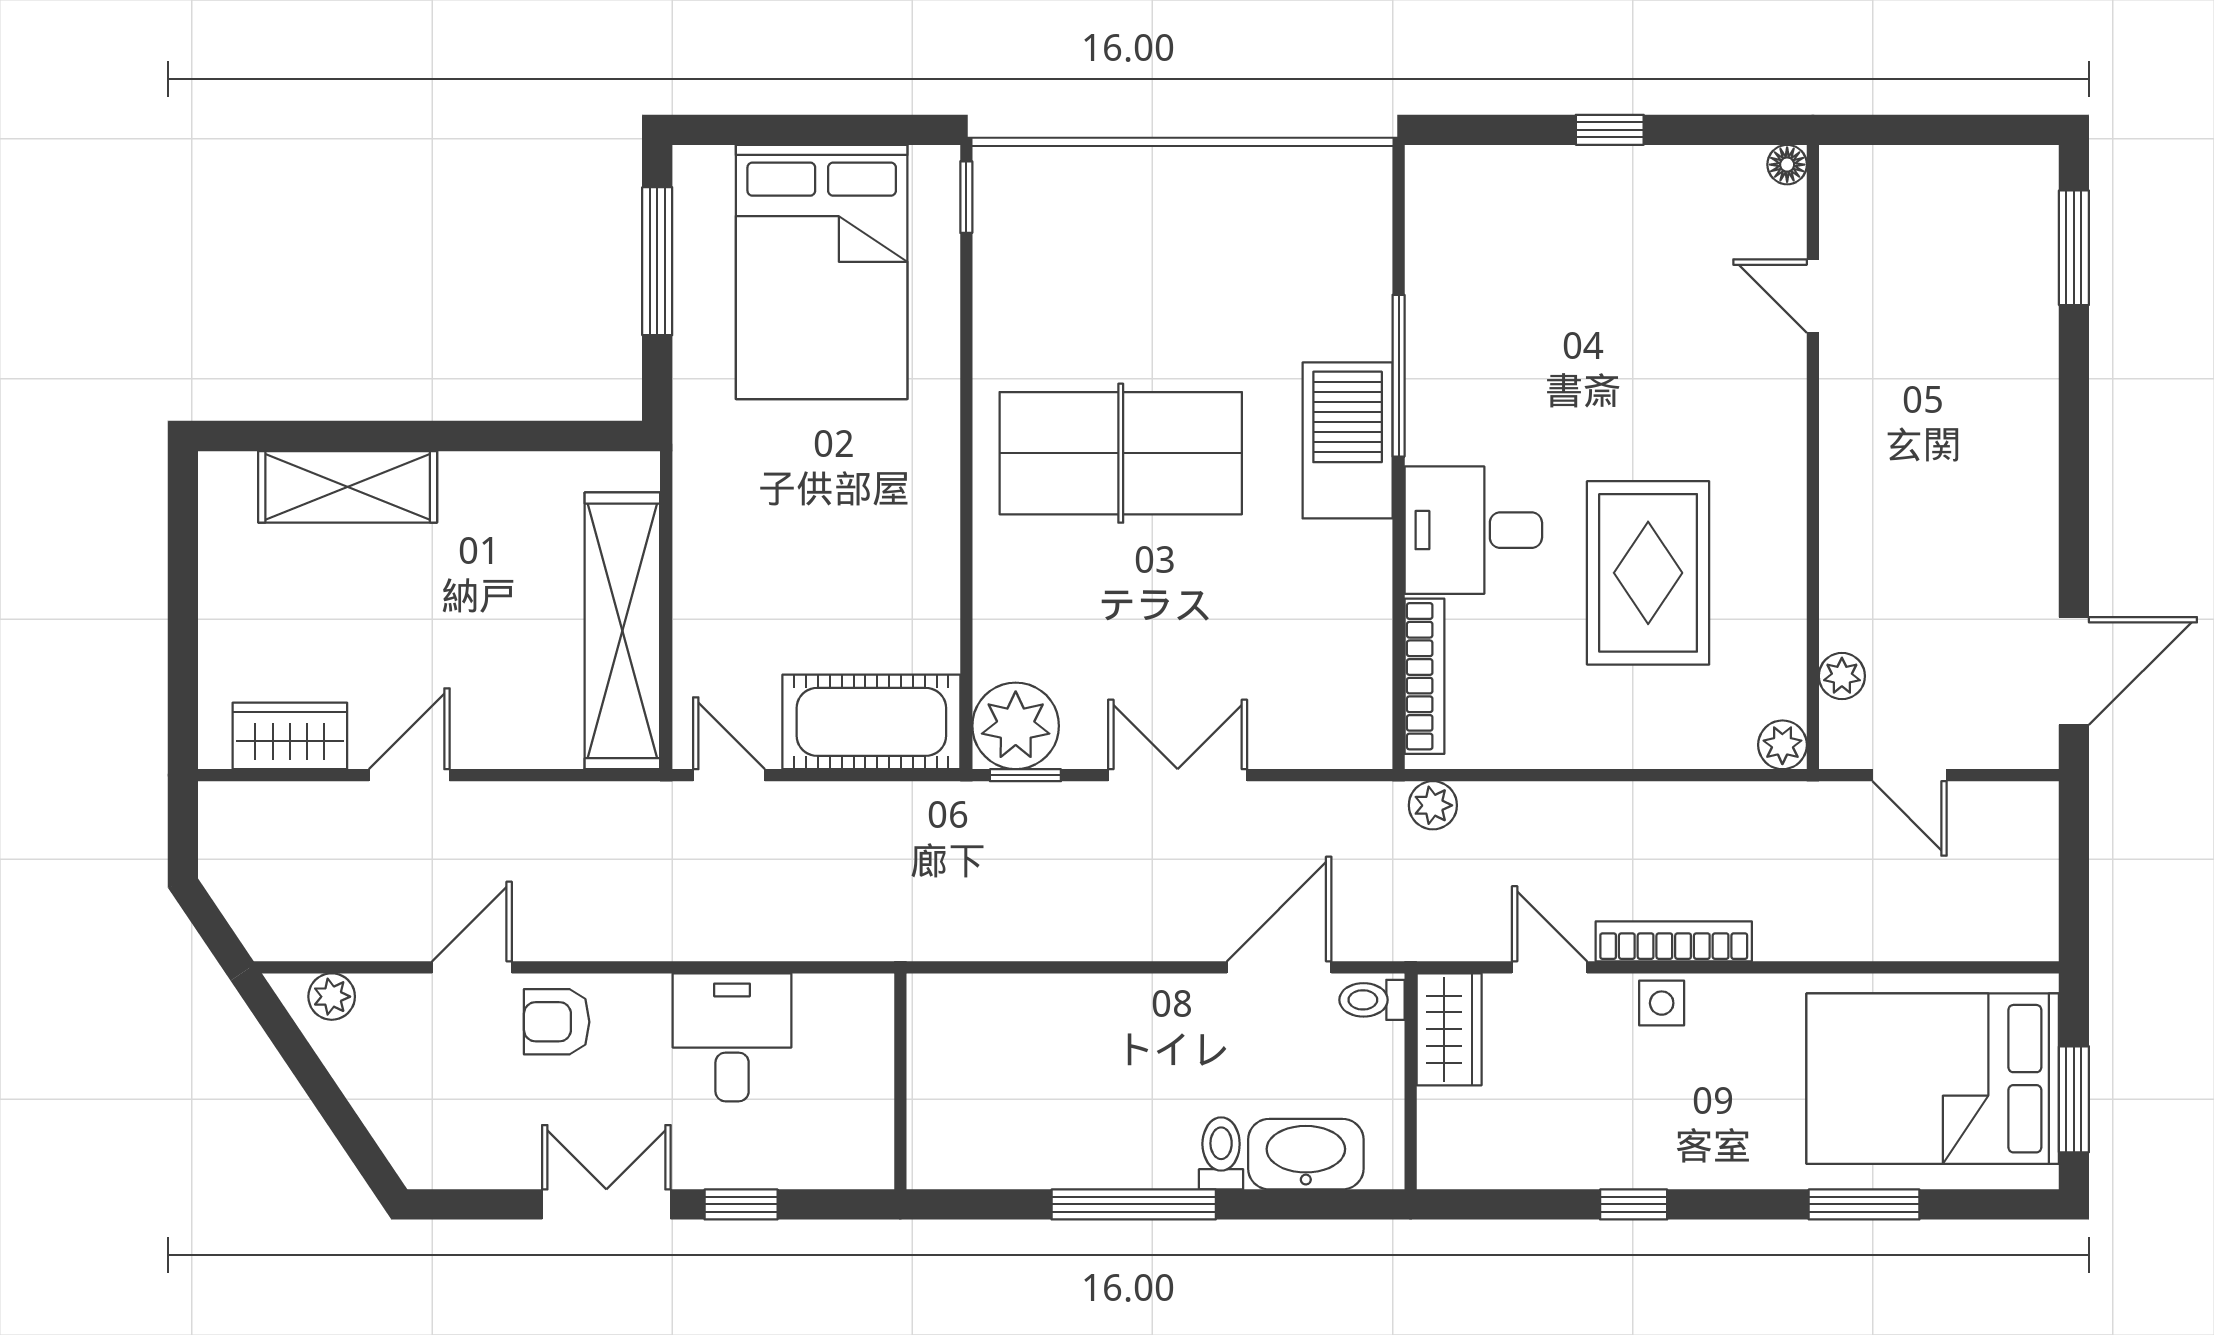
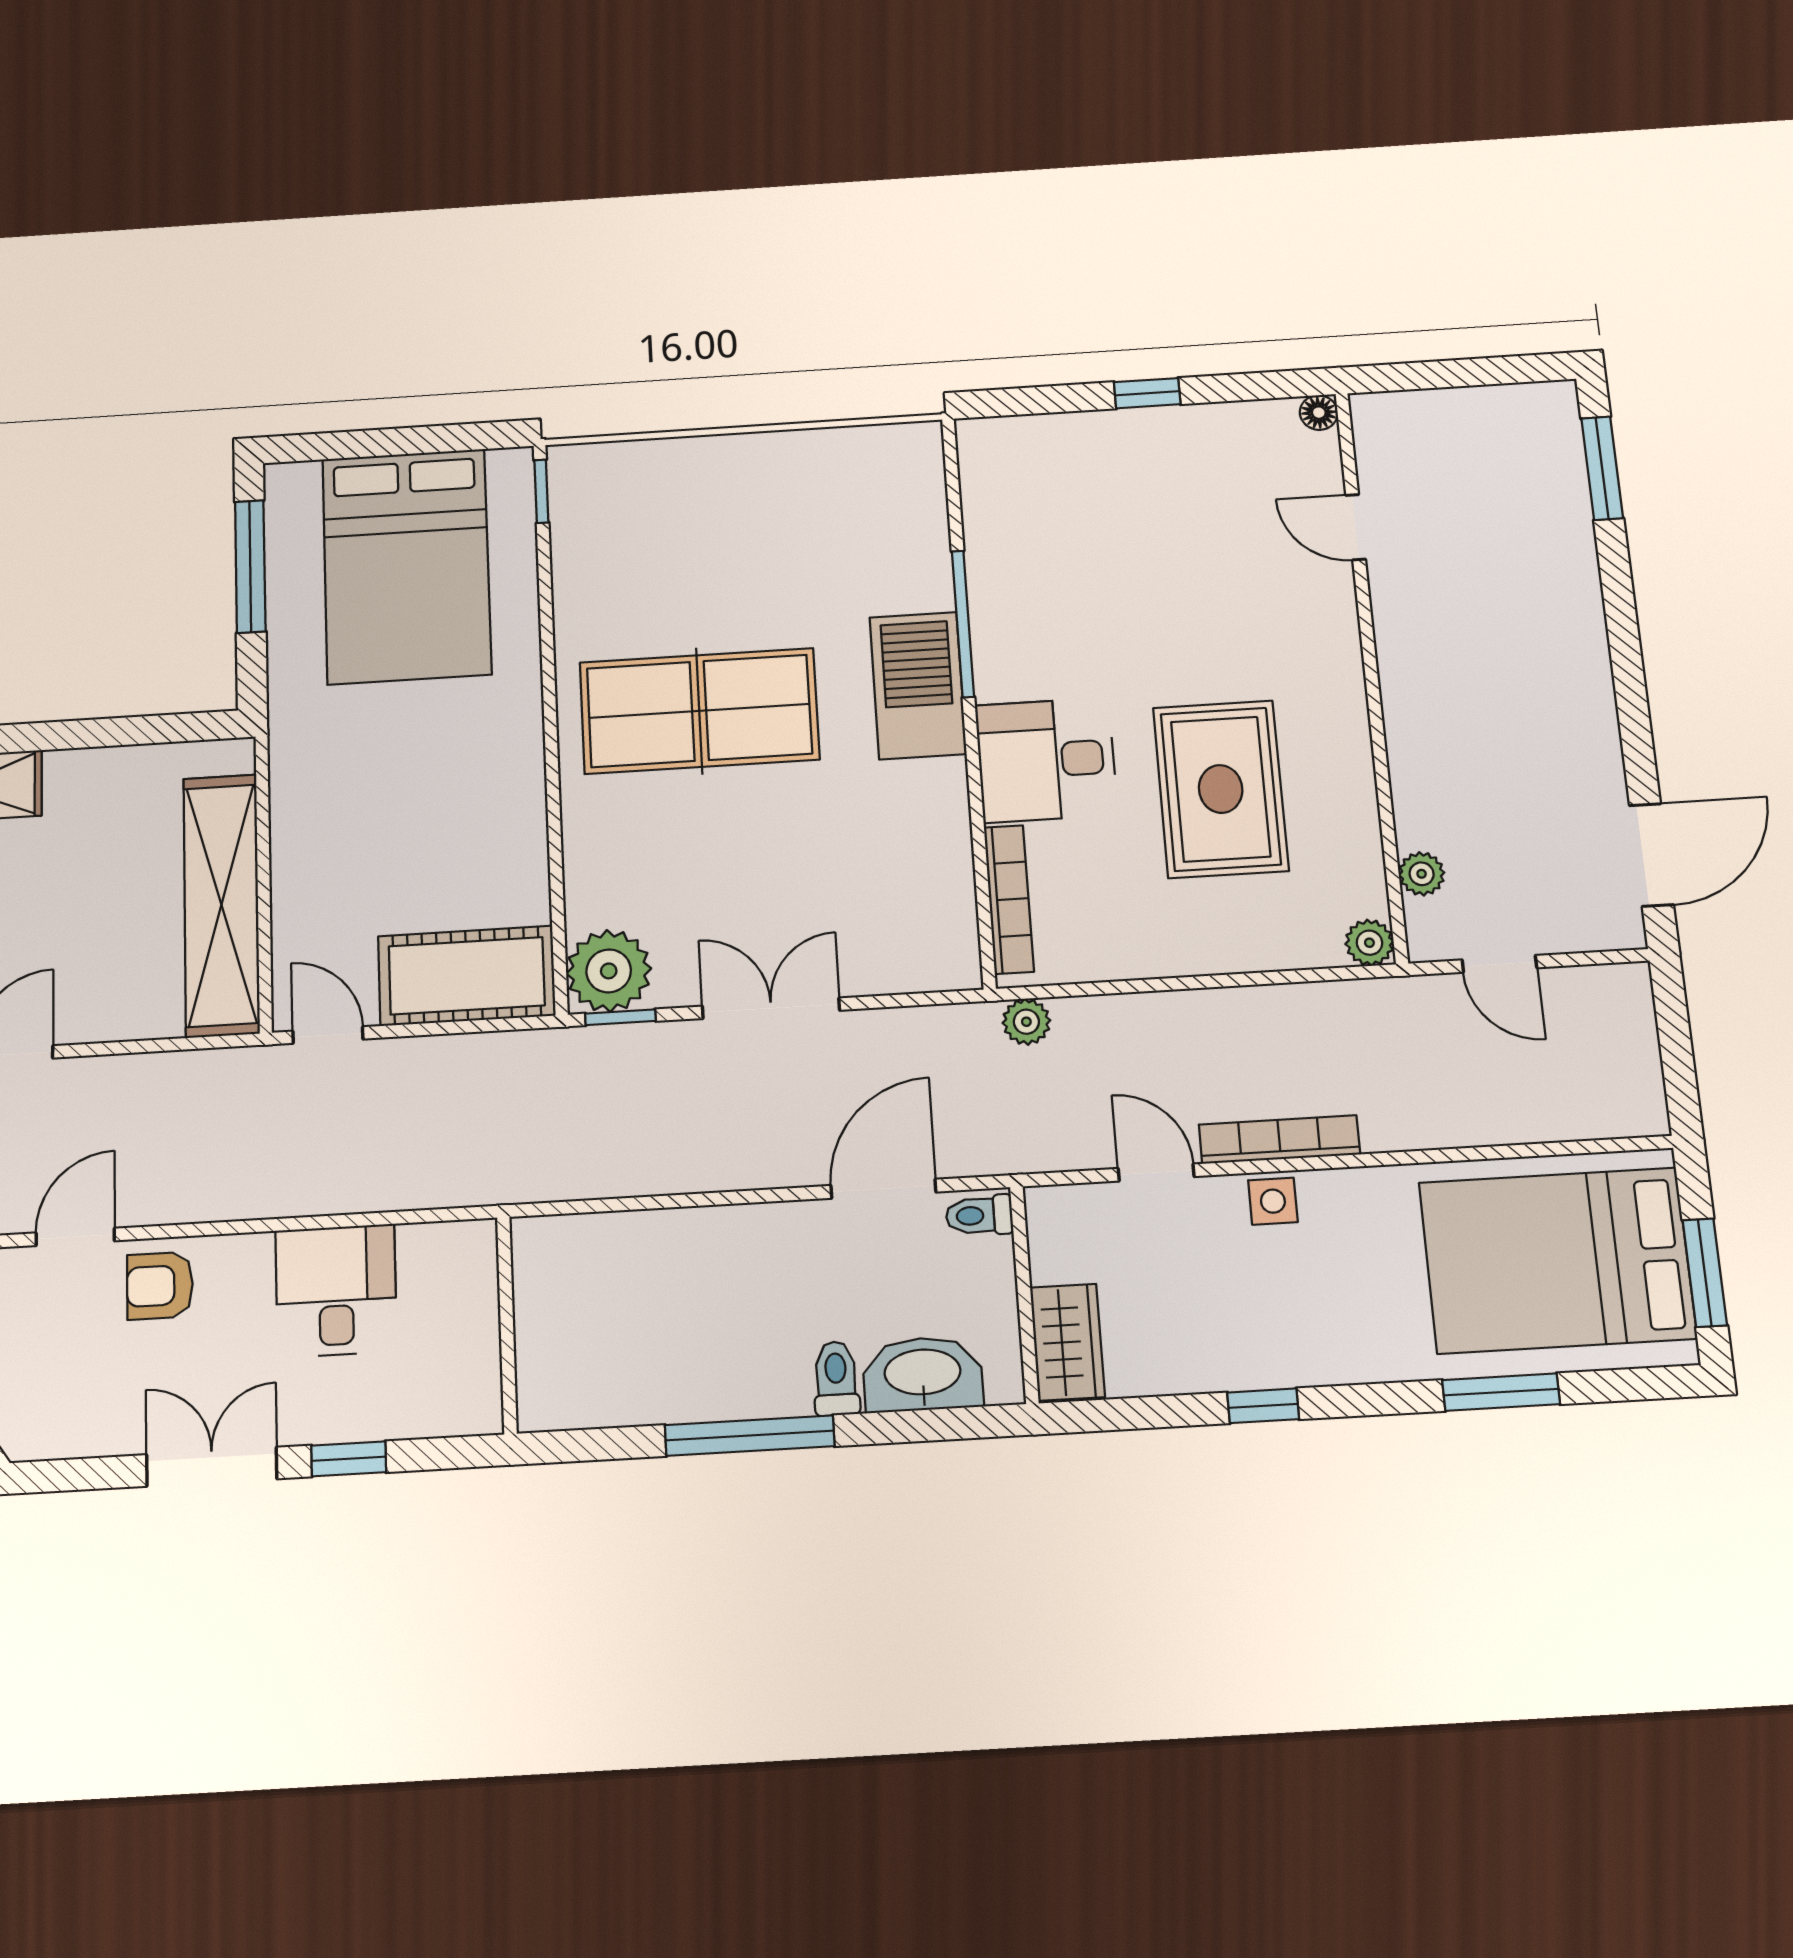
wardrobe: (1449, 1029) -> (1067, 1342), moved

